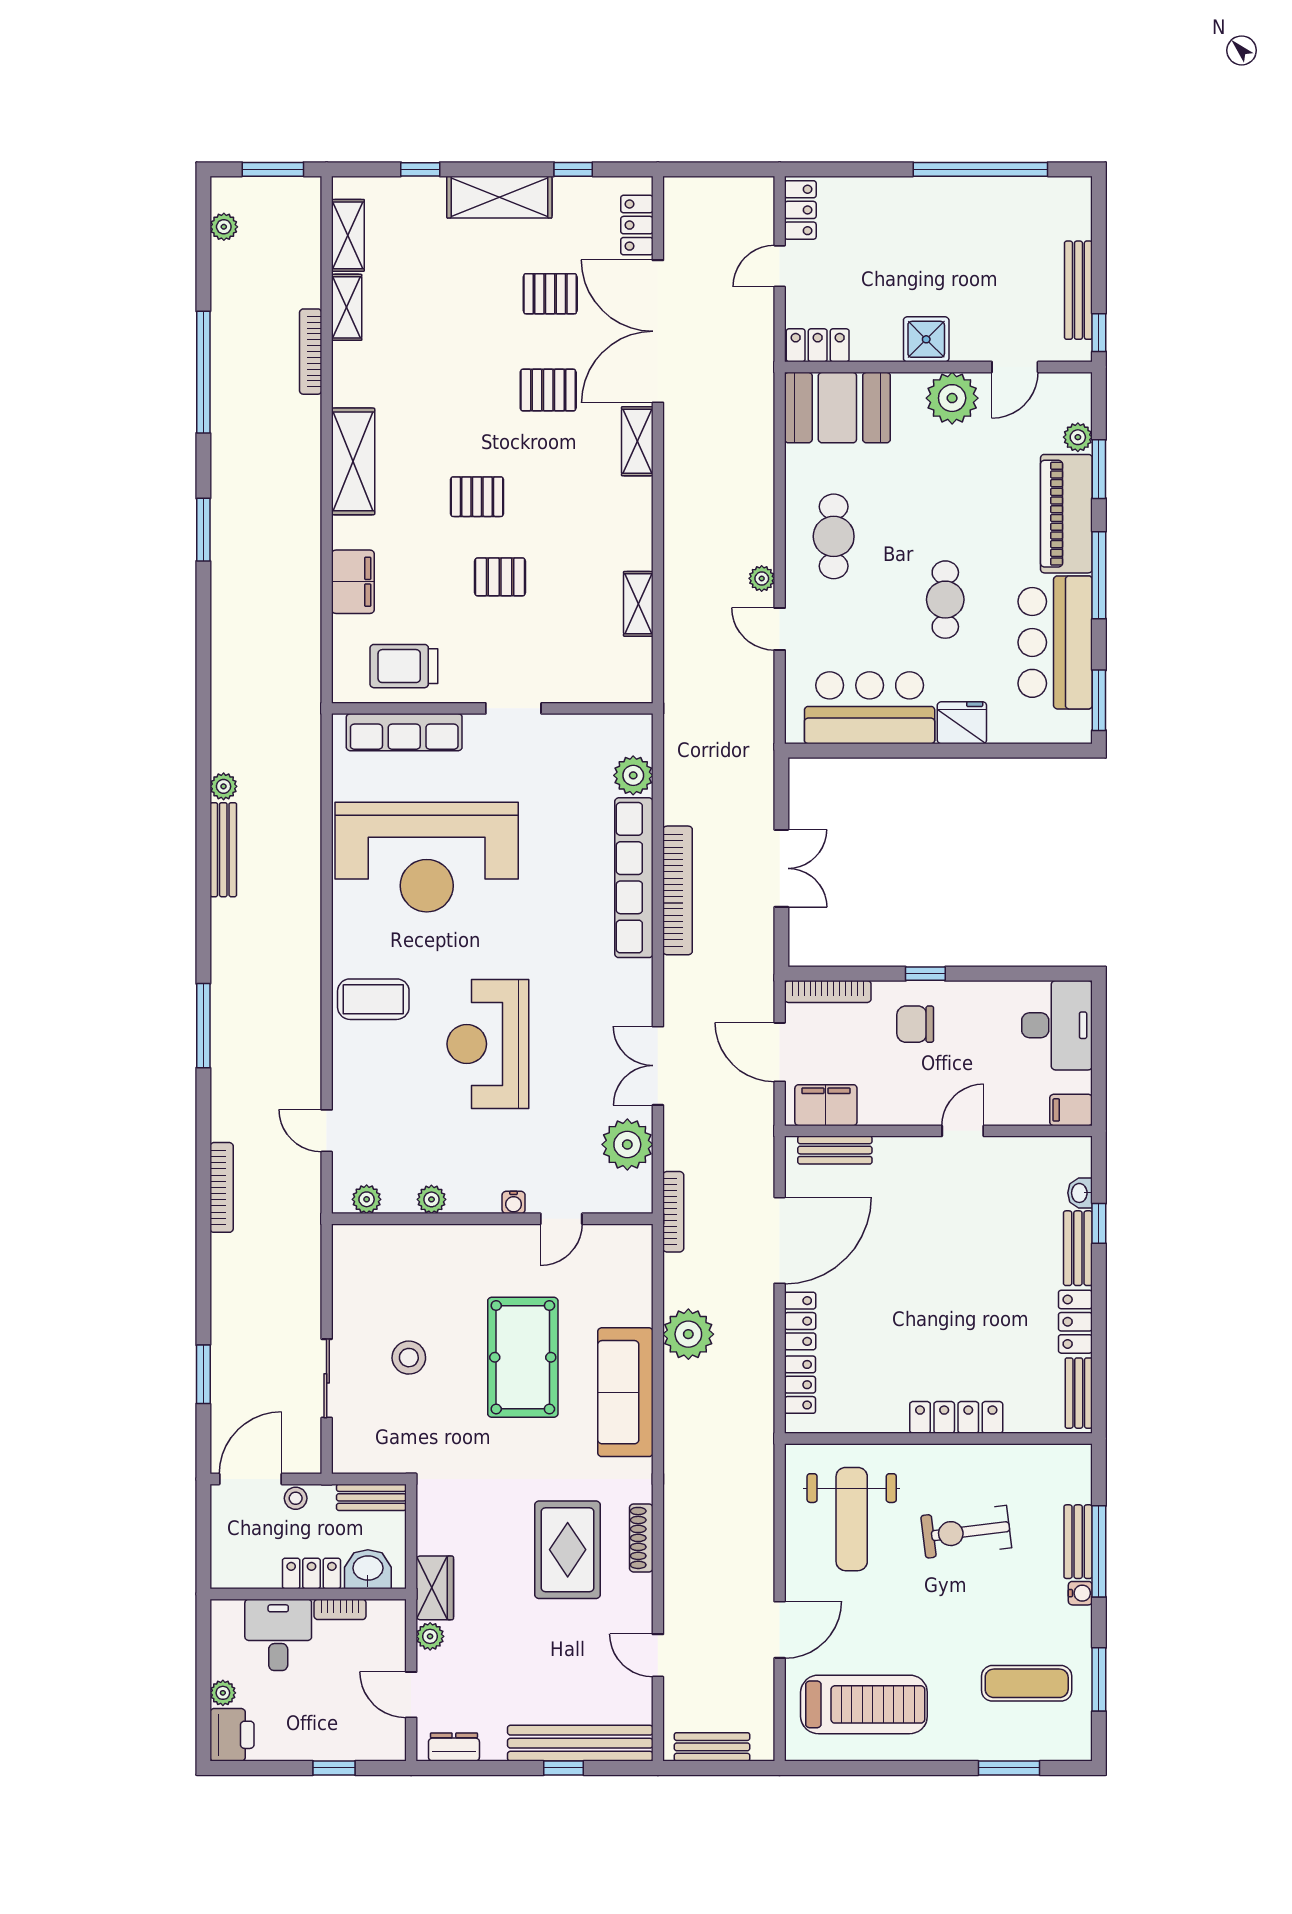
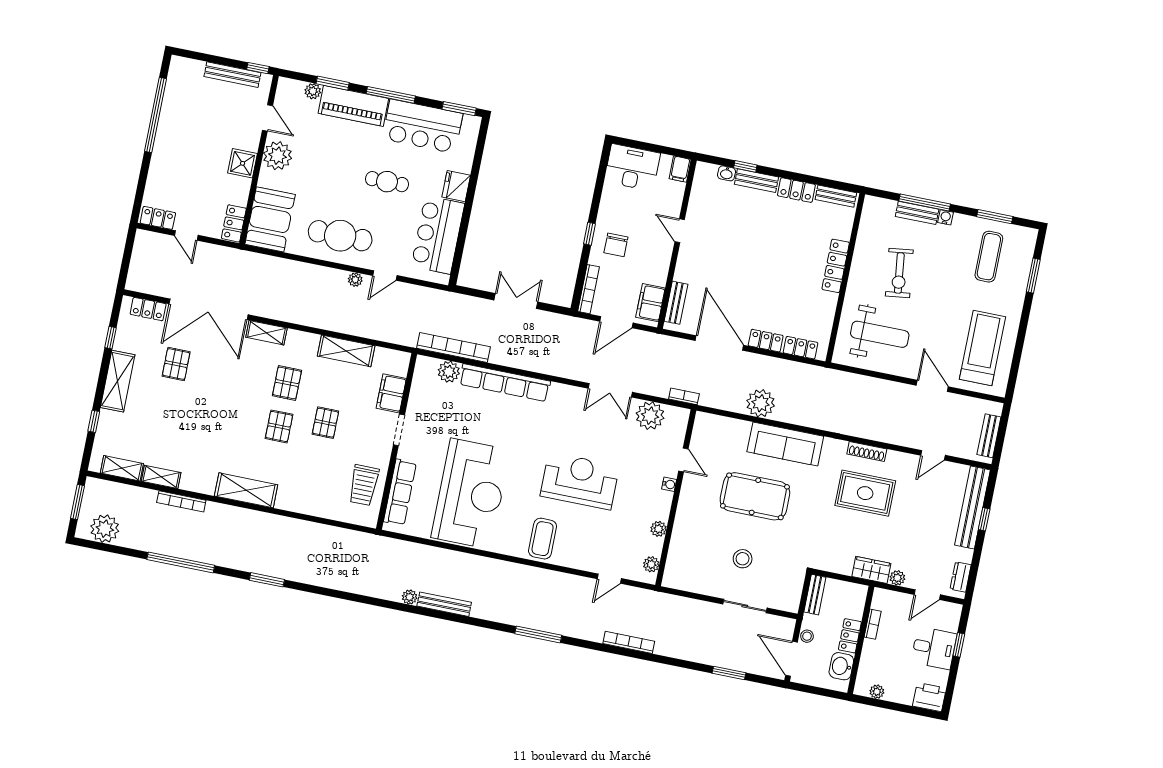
plant: (224, 227) -> (105, 529), width x1.88, depth x1.88
pallet: (548, 390) -> (287, 383), moved
cafe table: (834, 536) -> (340, 236), width x1.37, depth x1.35
filing cabinet: (353, 582) -> (391, 393), moved, turned -90
shelving: (638, 604) -> (346, 351), width x1.50, depth x1.33
bookcase: (678, 890) -> (454, 347), moved
reception desk: (488, 1044) -> (580, 481), turned 180
bookcase: (673, 1212) -> (684, 396), width x0.64
washbasin: (368, 1569) -> (841, 666), moved
desk: (278, 1635) -> (934, 648), moved, turned 180
plant: (223, 1693) -> (877, 692), moved

